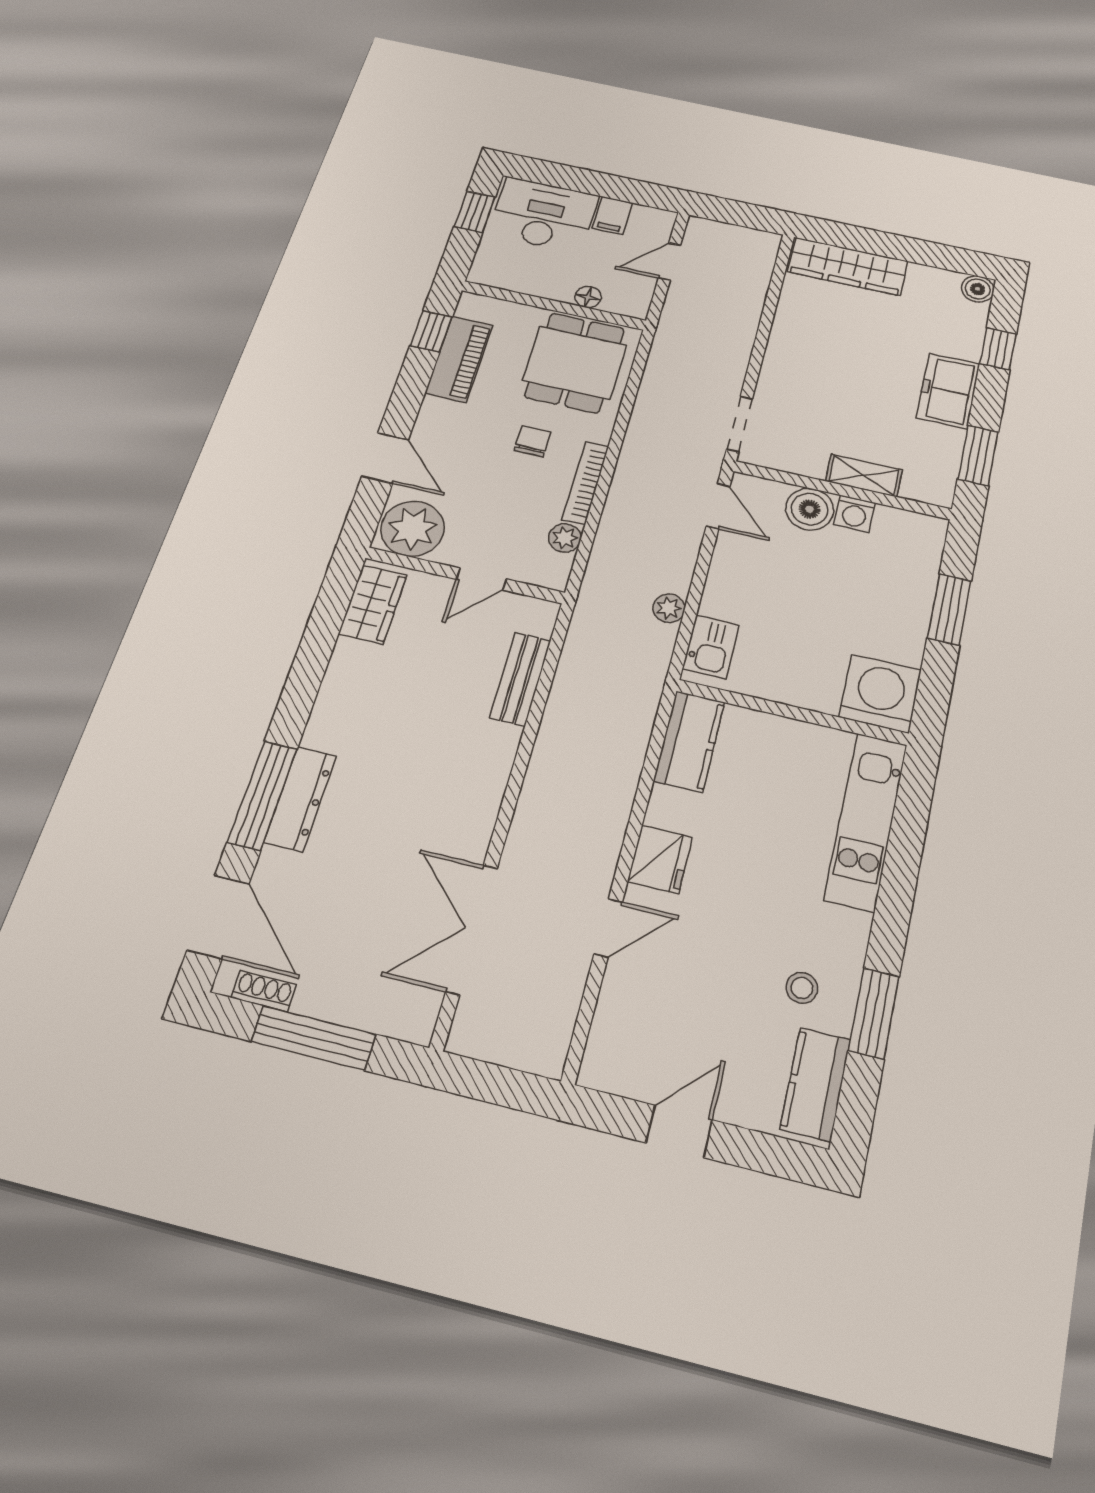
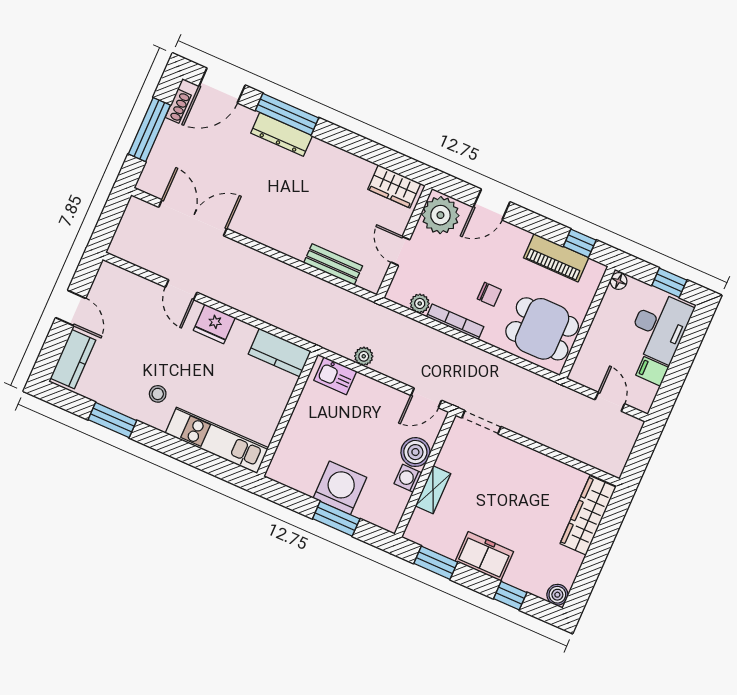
floor lamp: (588, 297) -> (619, 281), moved
washing machine: (880, 693) -> (340, 488), moved, turned -90
stool: (802, 988) -> (158, 394), moved
kitchen counter: (815, 1084) -> (73, 359), moved, turned 90

